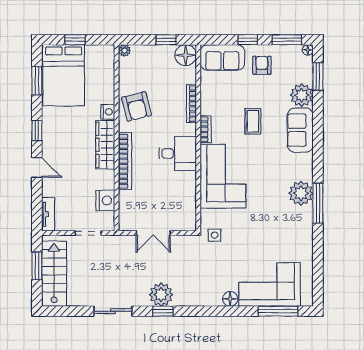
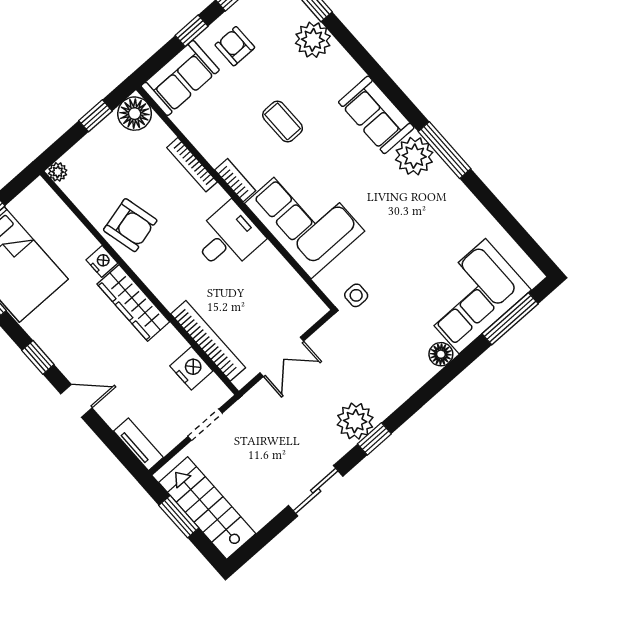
sofa: (300, 130) -> (376, 115), moved
bookcase: (125, 161) -> (208, 341), moved

